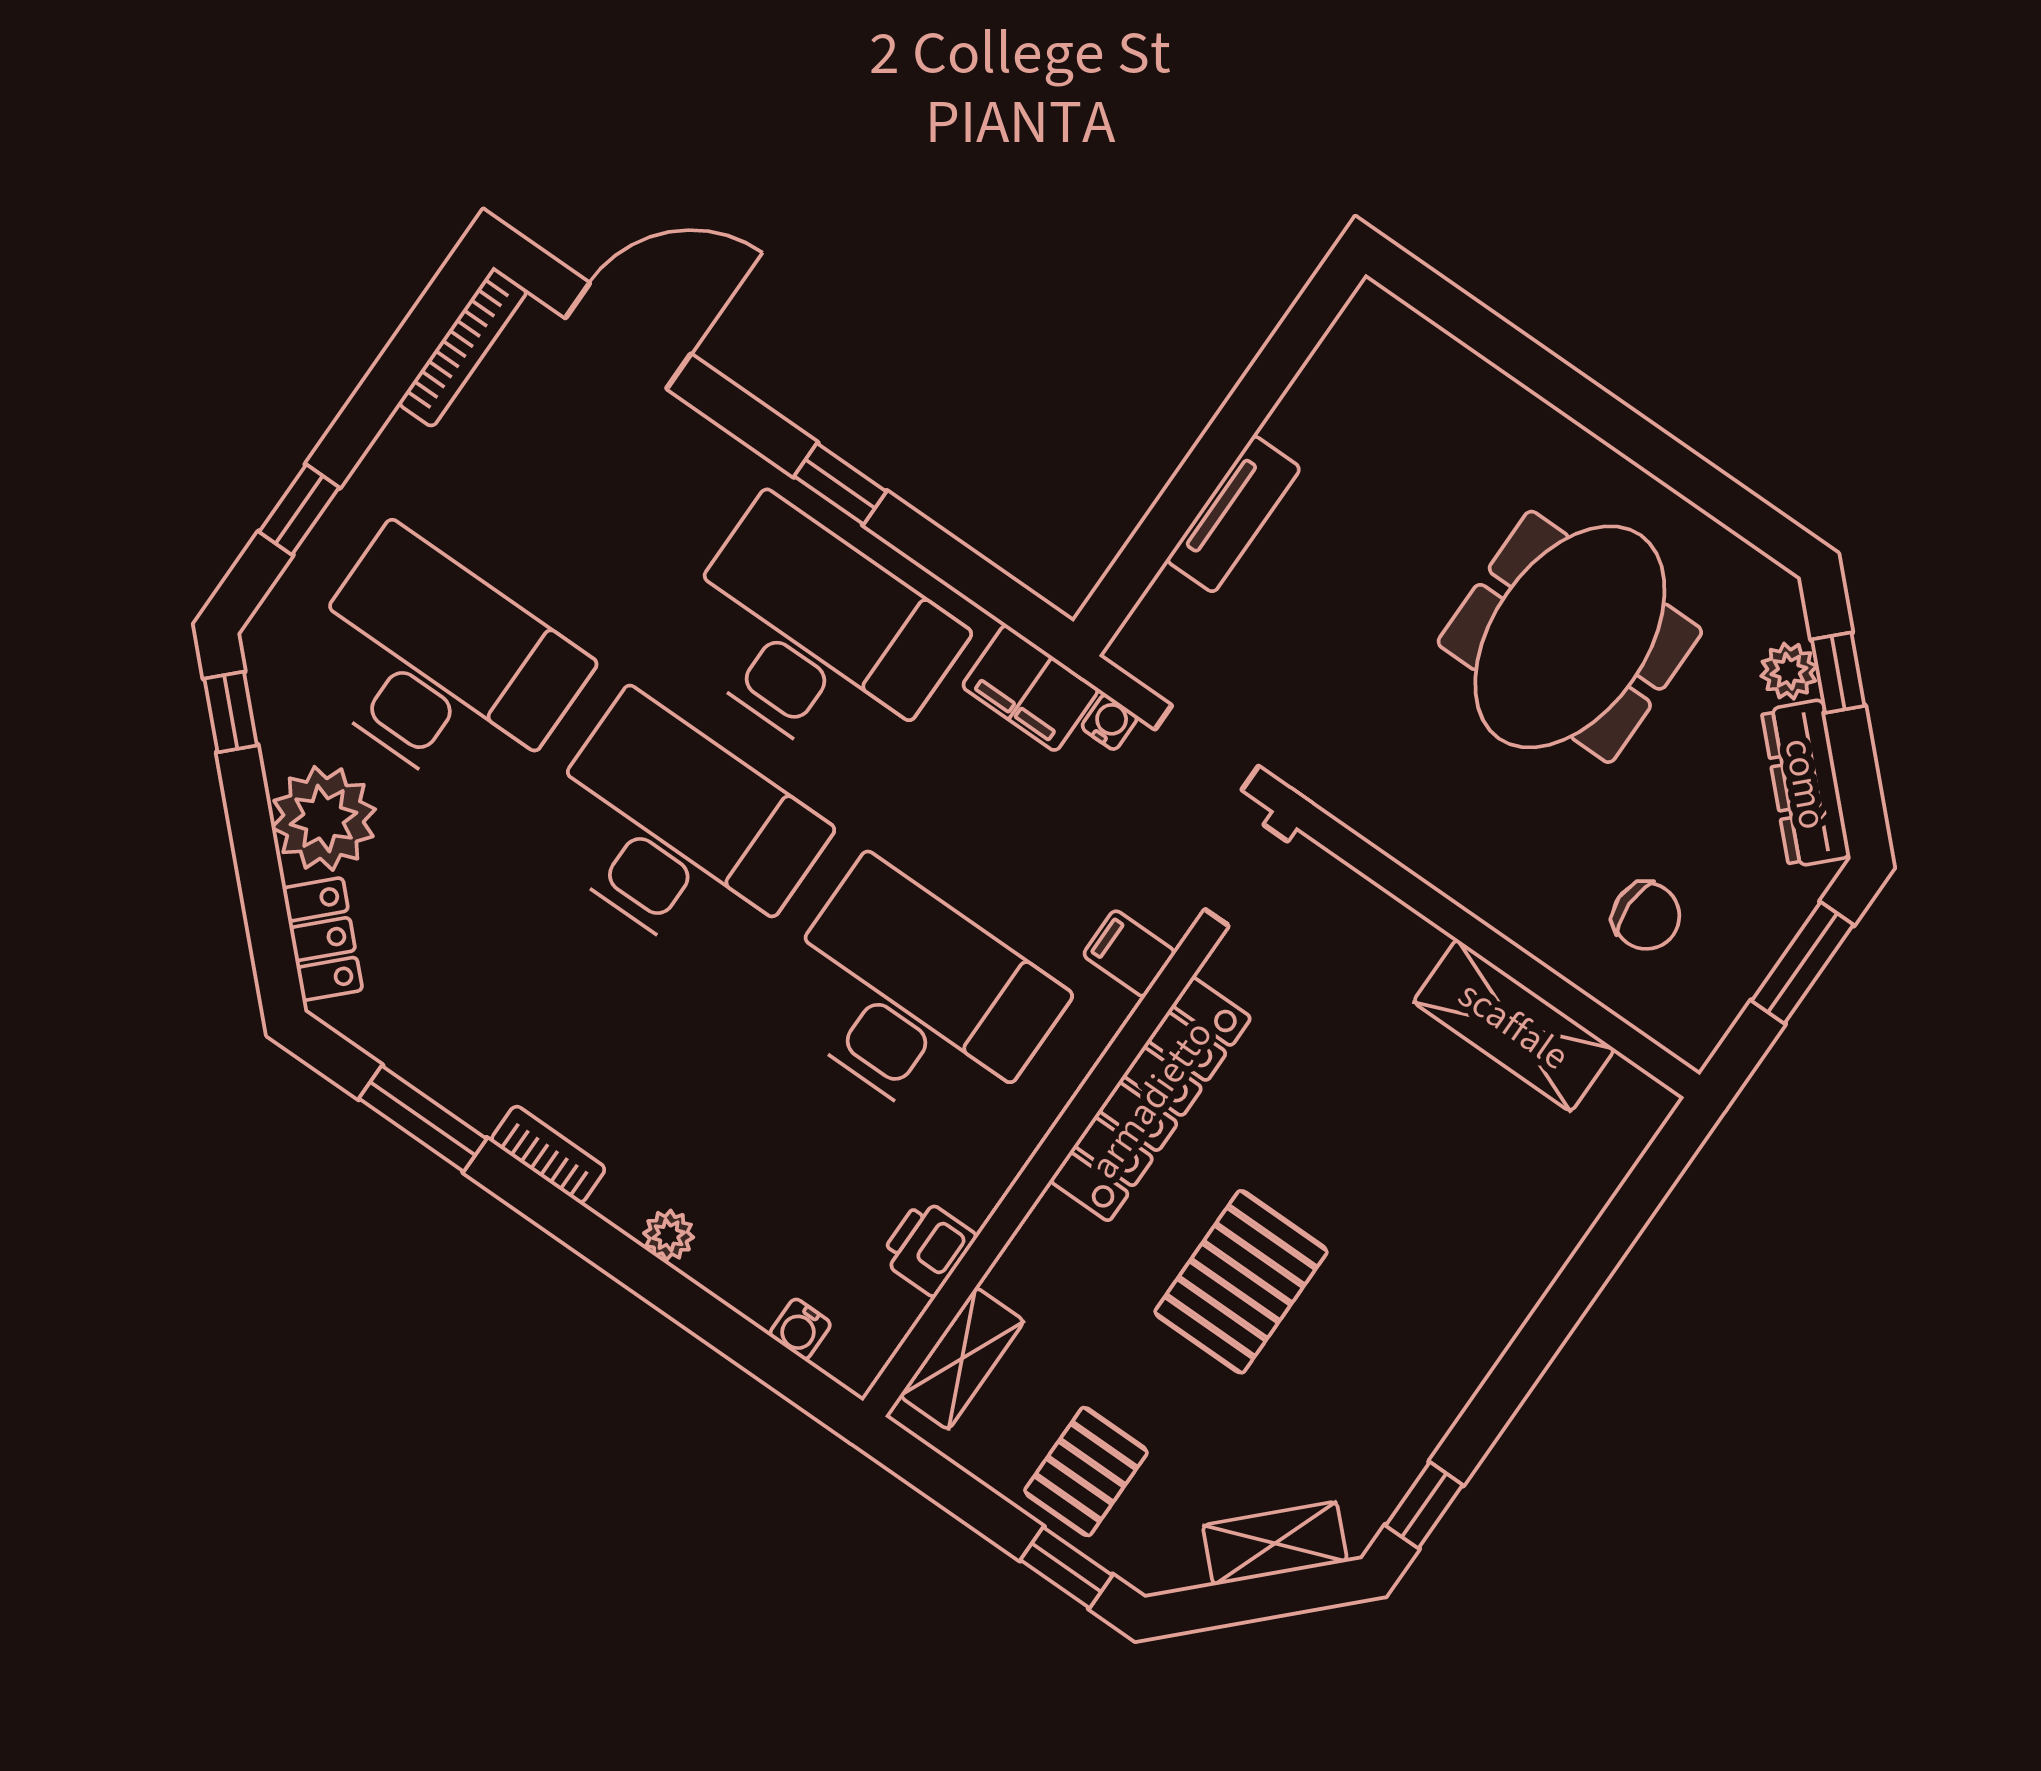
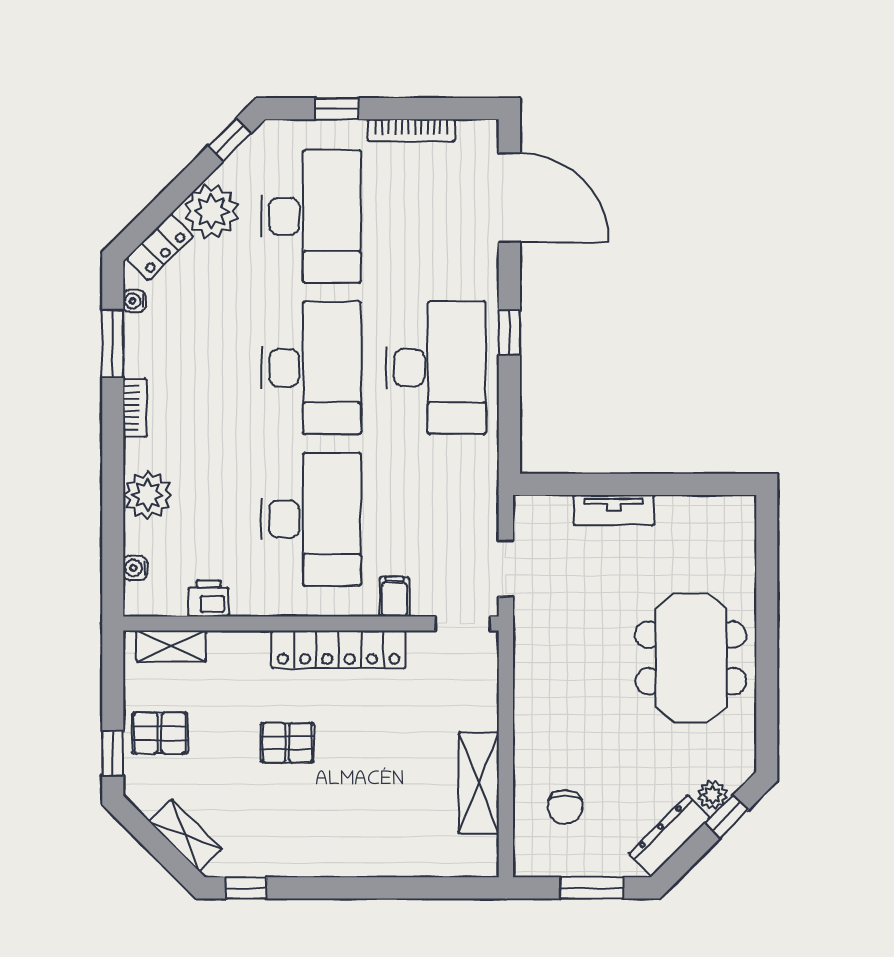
door: (628, 336) -> (509, 198), width x1.36
bookcase: (463, 347) -> (411, 130), moved
meeting table: (1570, 637) -> (691, 658), moved, turned 90
filing cabinet: (1030, 688) -> (479, 475), removed
water cooler: (1110, 722) -> (134, 301), moved, turned 180
plant: (669, 1235) -> (148, 495), width x1.87, depth x1.87
pallet: (1241, 1282) -> (287, 743), width x0.67, depth x0.71

